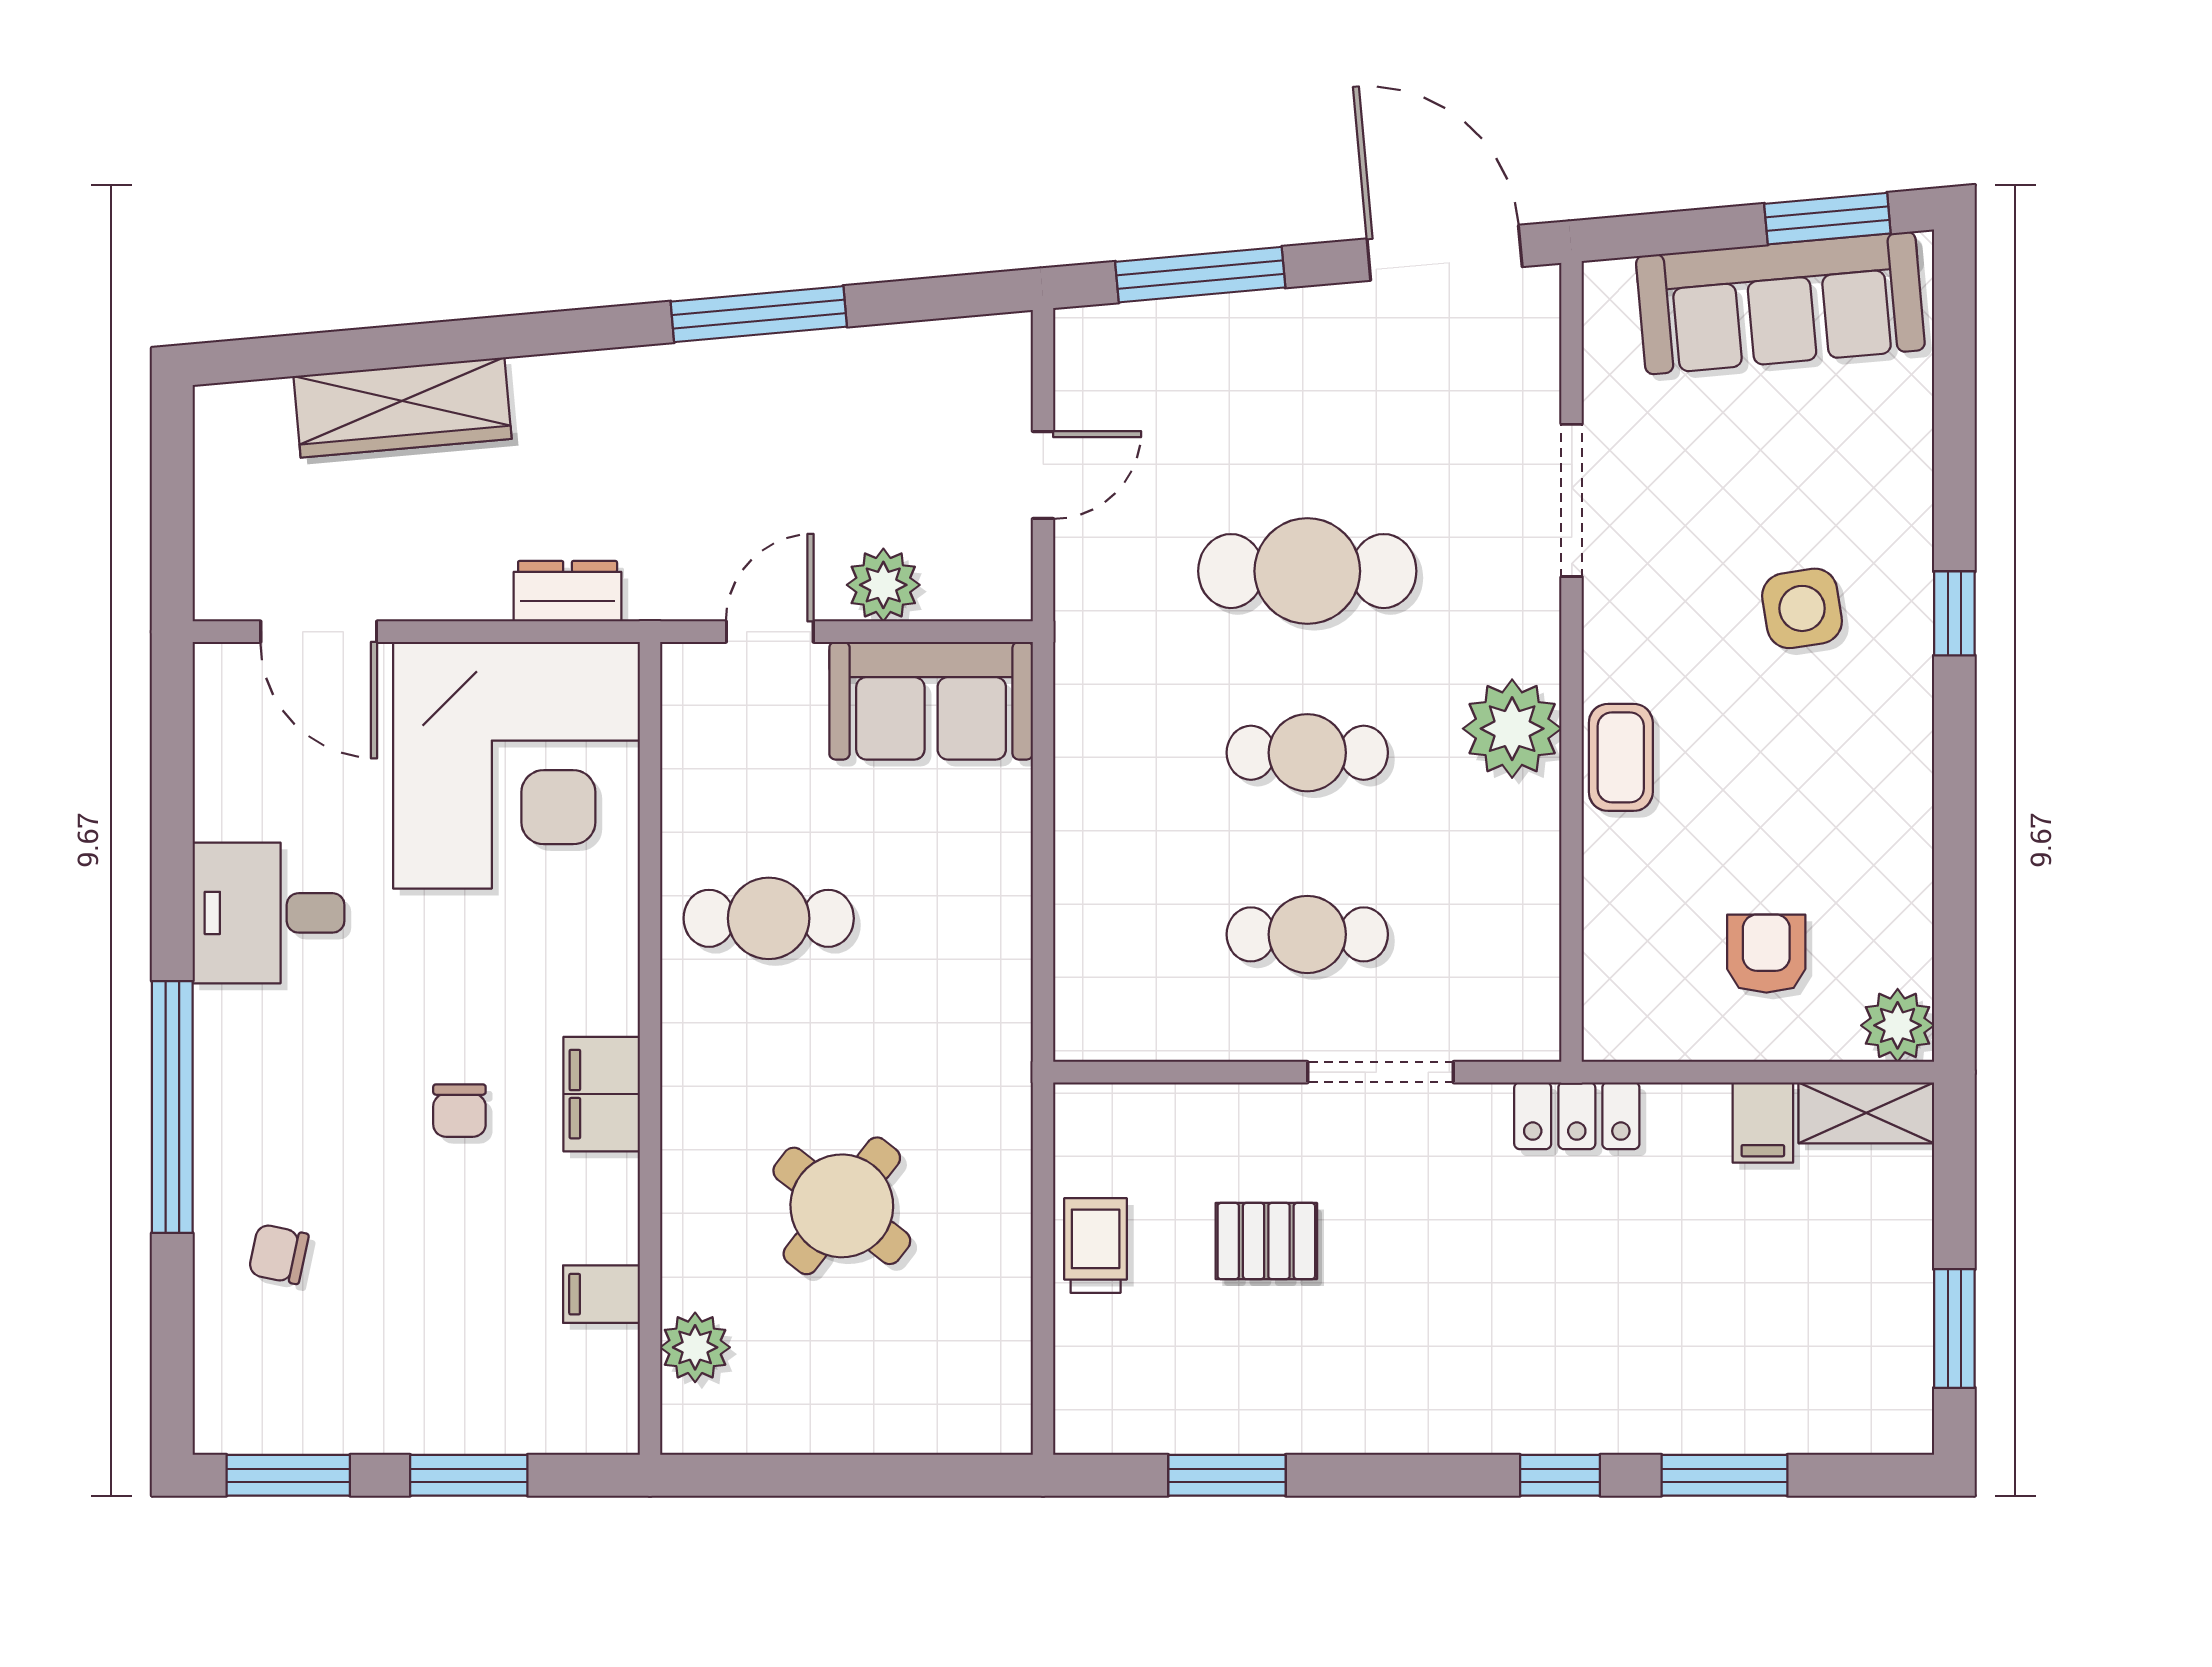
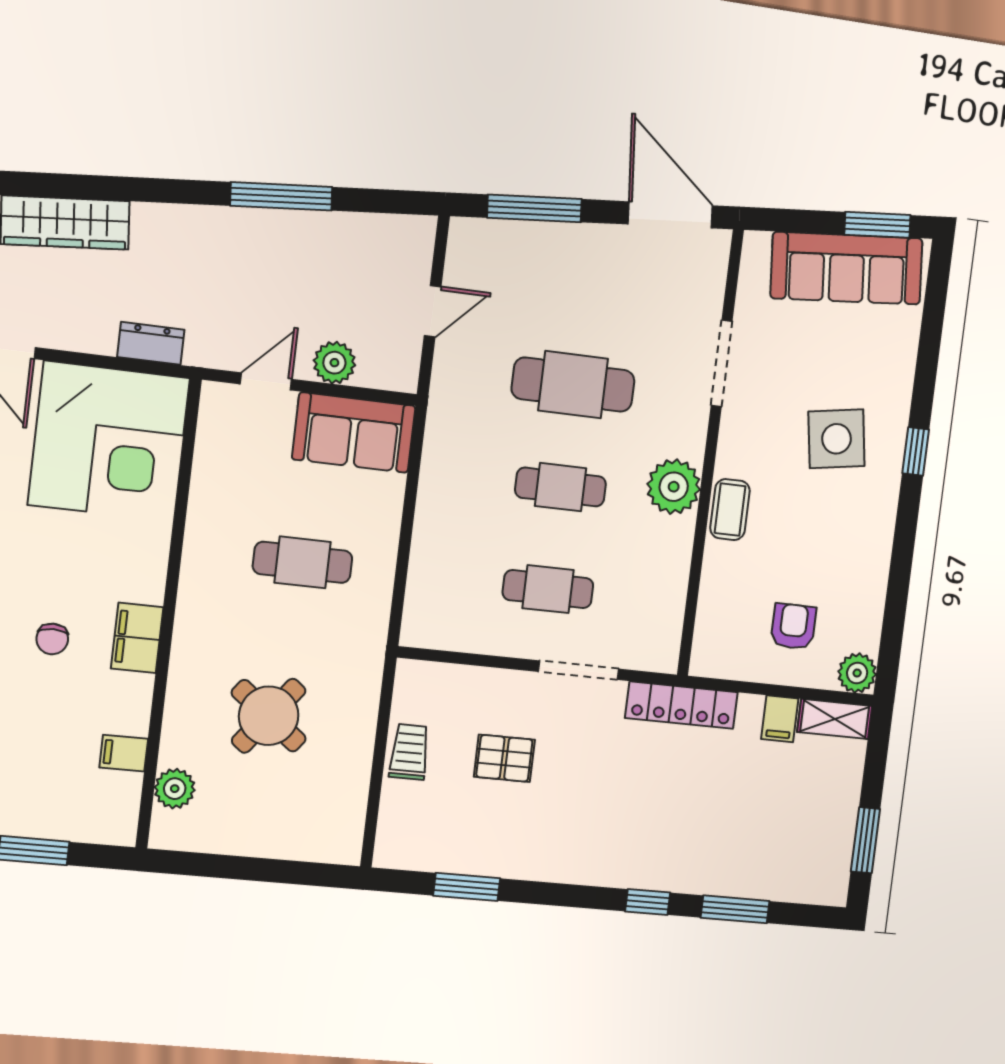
side table: (1802, 608) -> (836, 439), width x1.37, depth x1.37
cafe table: (769, 918) -> (303, 562), moved
locker: (1577, 1116) -> (682, 705), width x1.53

